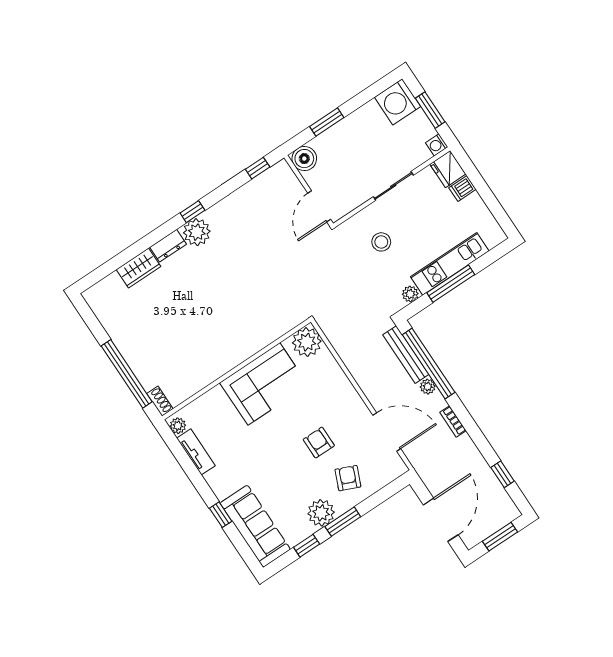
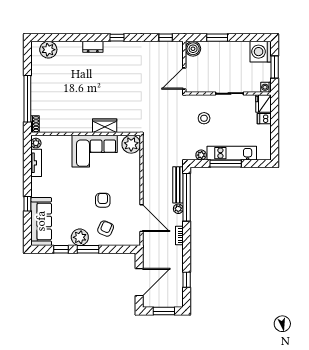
plant: (197, 232) -> (48, 50), moved
wardrobe: (138, 268) -> (105, 126), moved, turned 180

